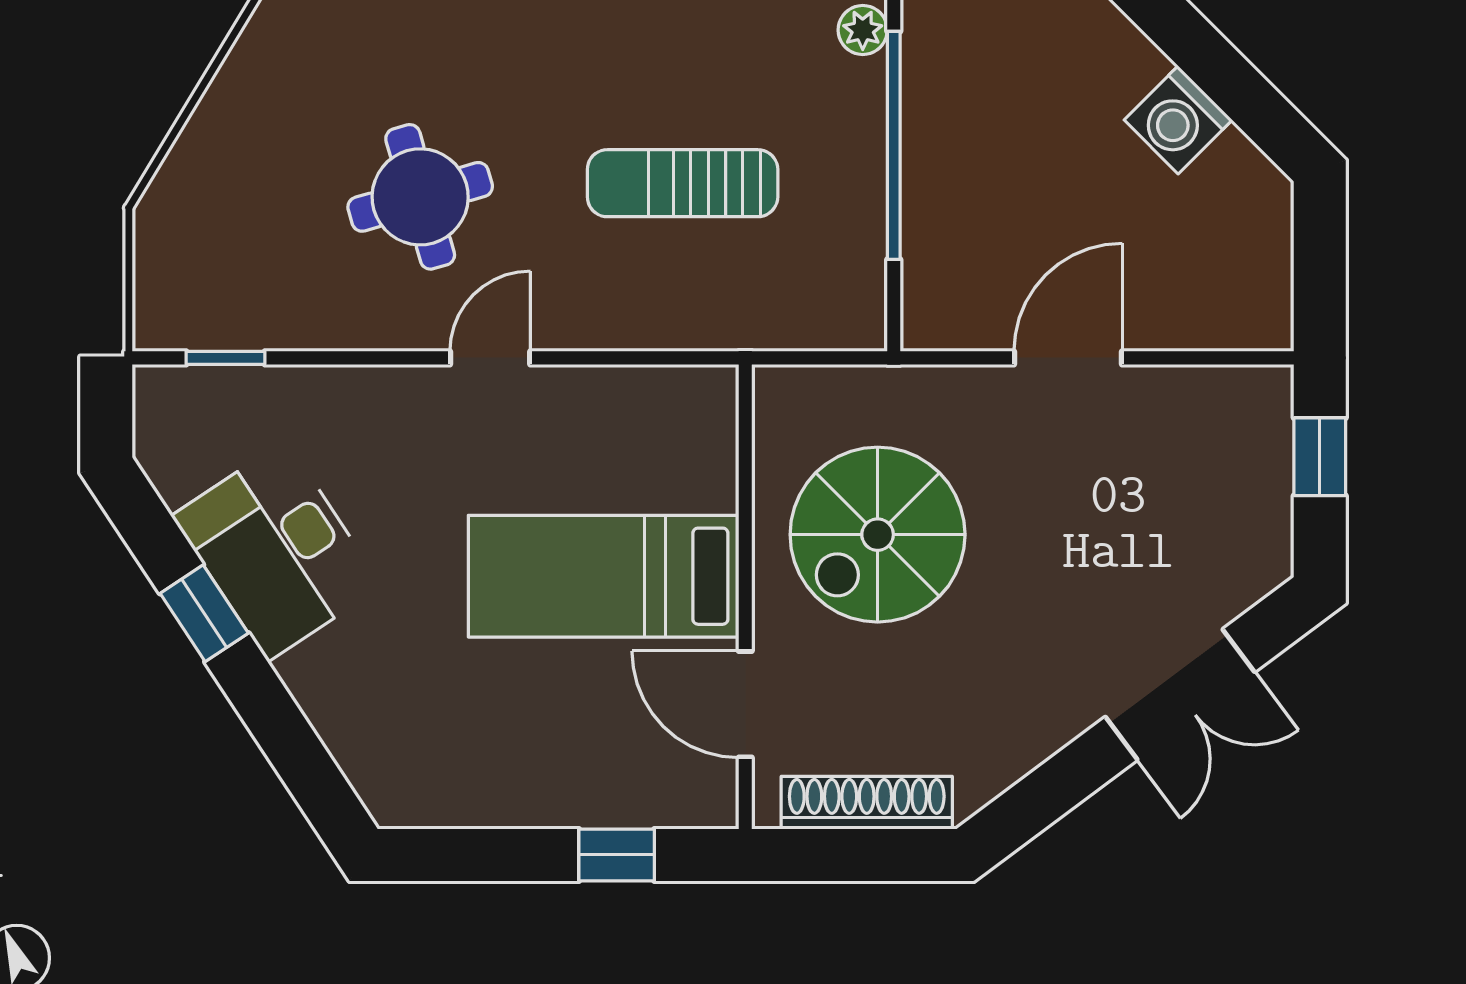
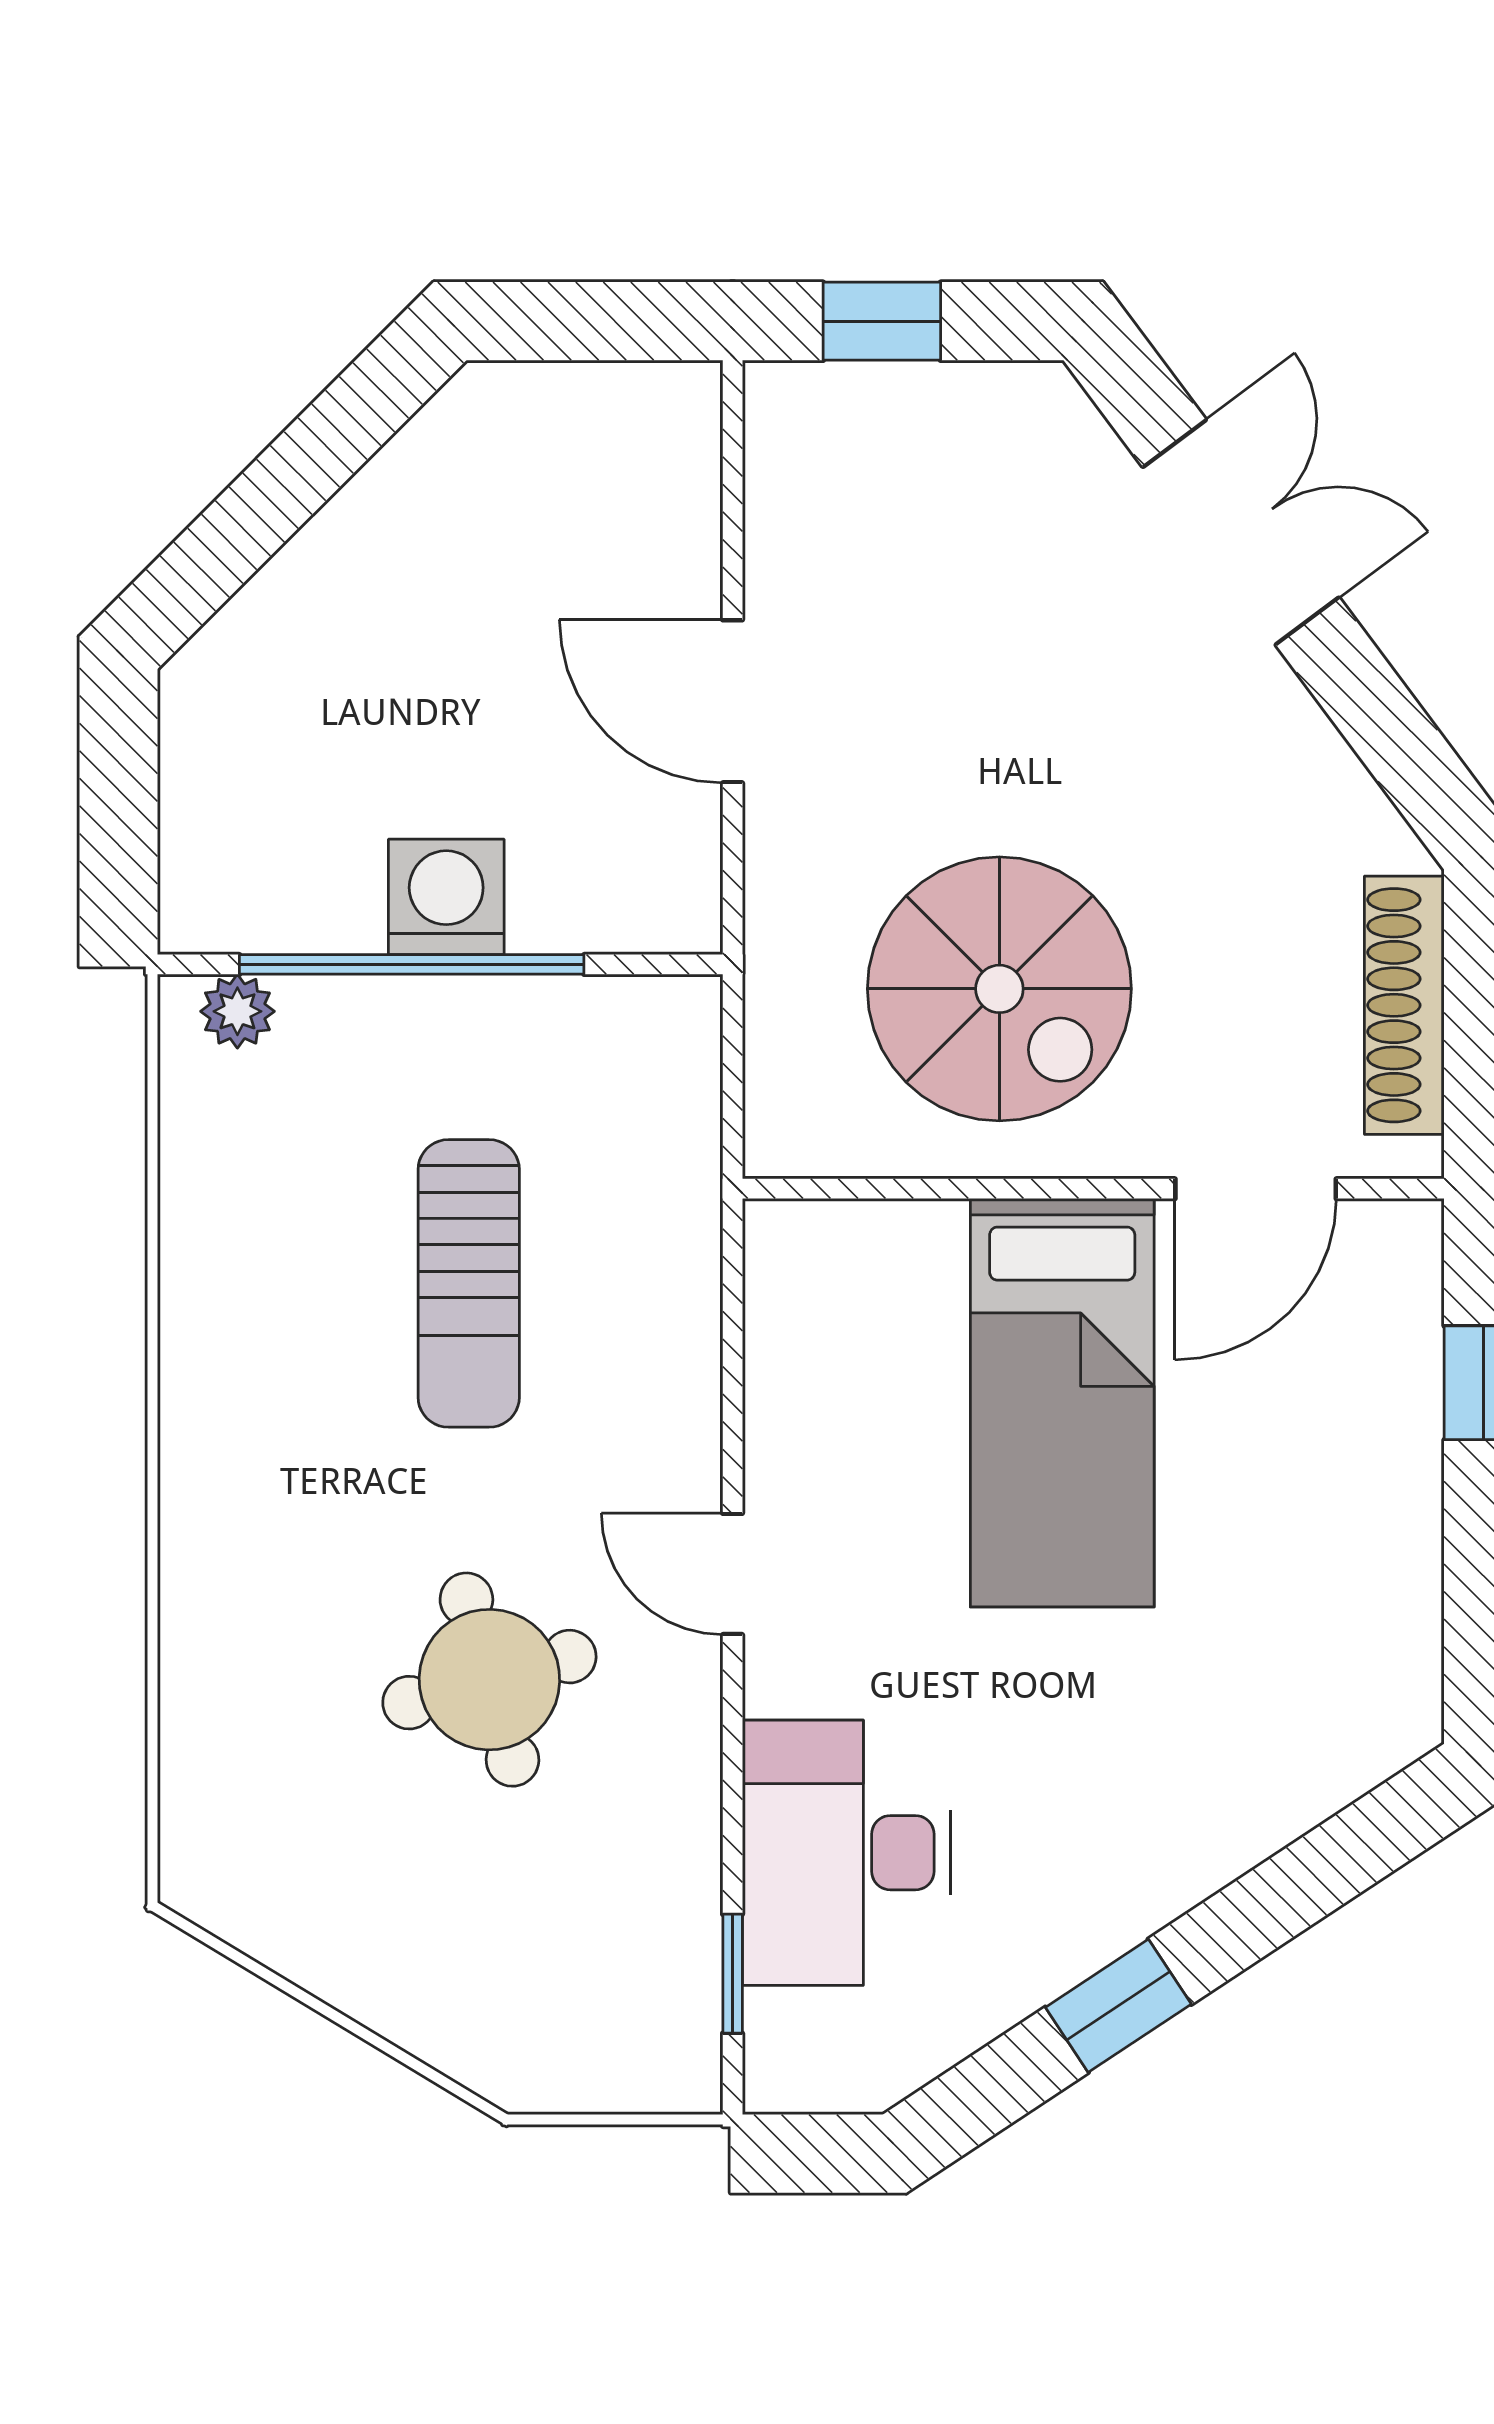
washing machine: (1178, 120) -> (446, 897), moved, turned -135
desk: (277, 551) -> (847, 1853), moved, turned 123

